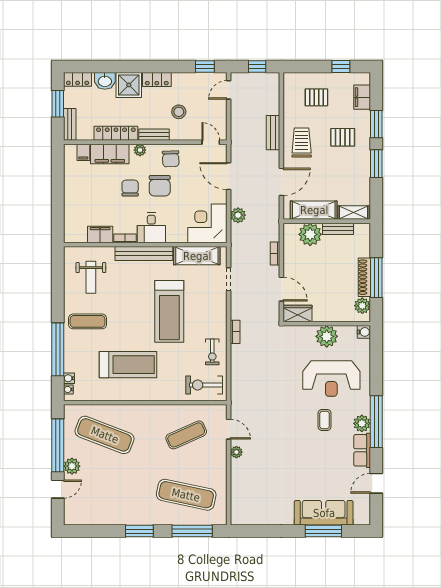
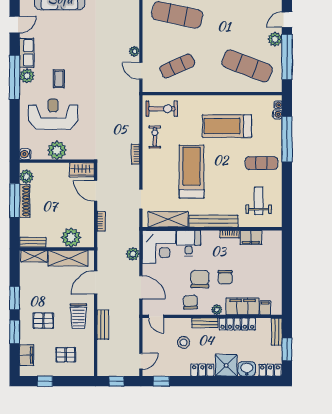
desk: (151, 228) -> (189, 243), moved
bench: (338, 229) -> (33, 242), moved

